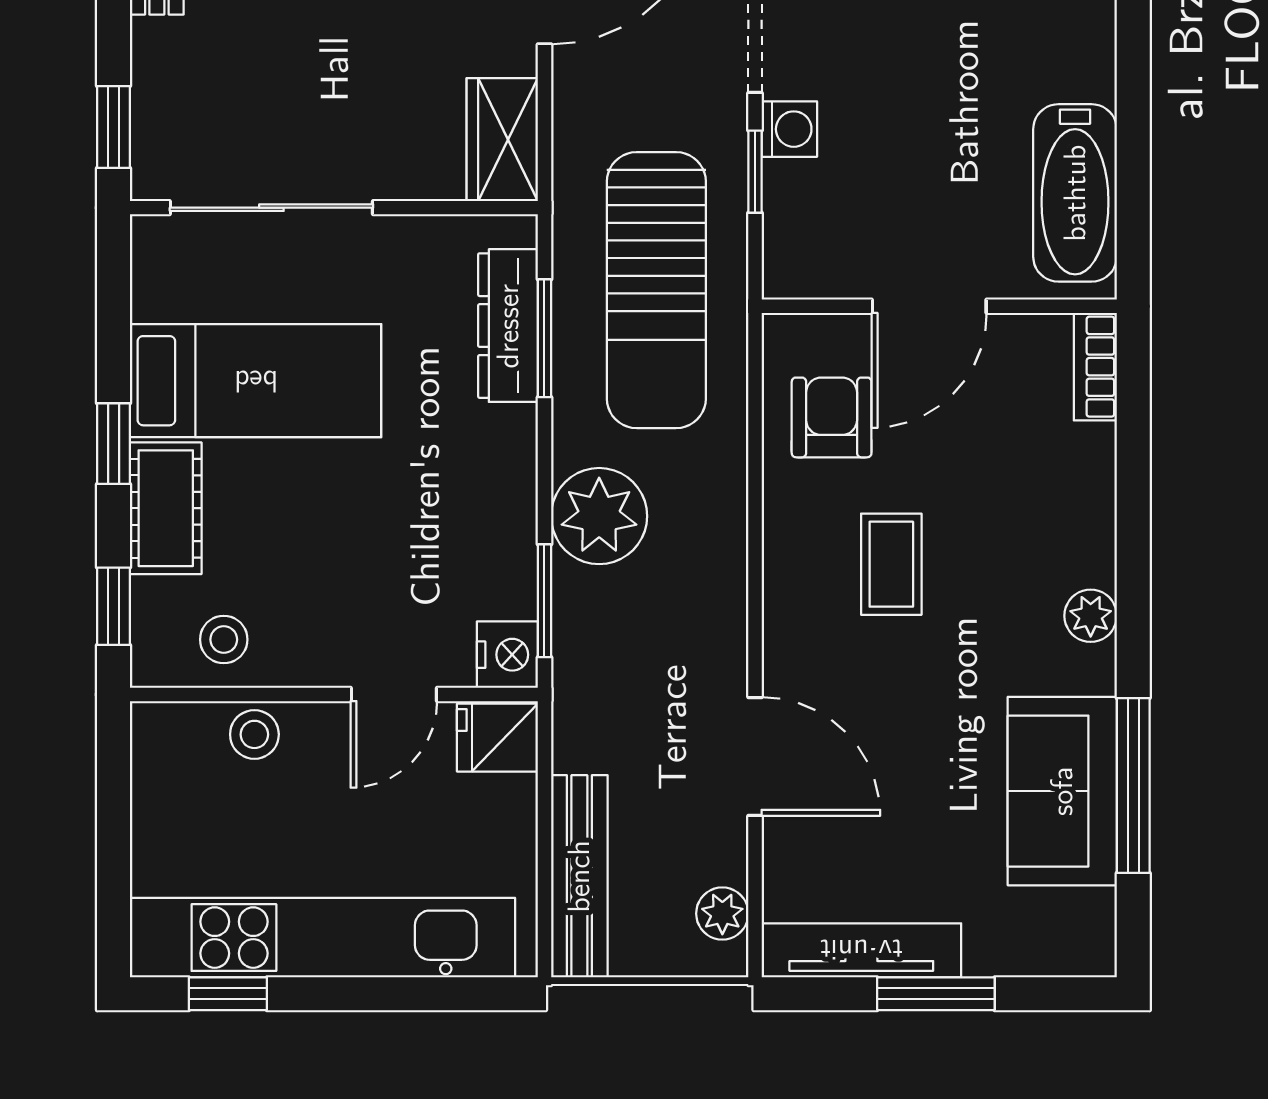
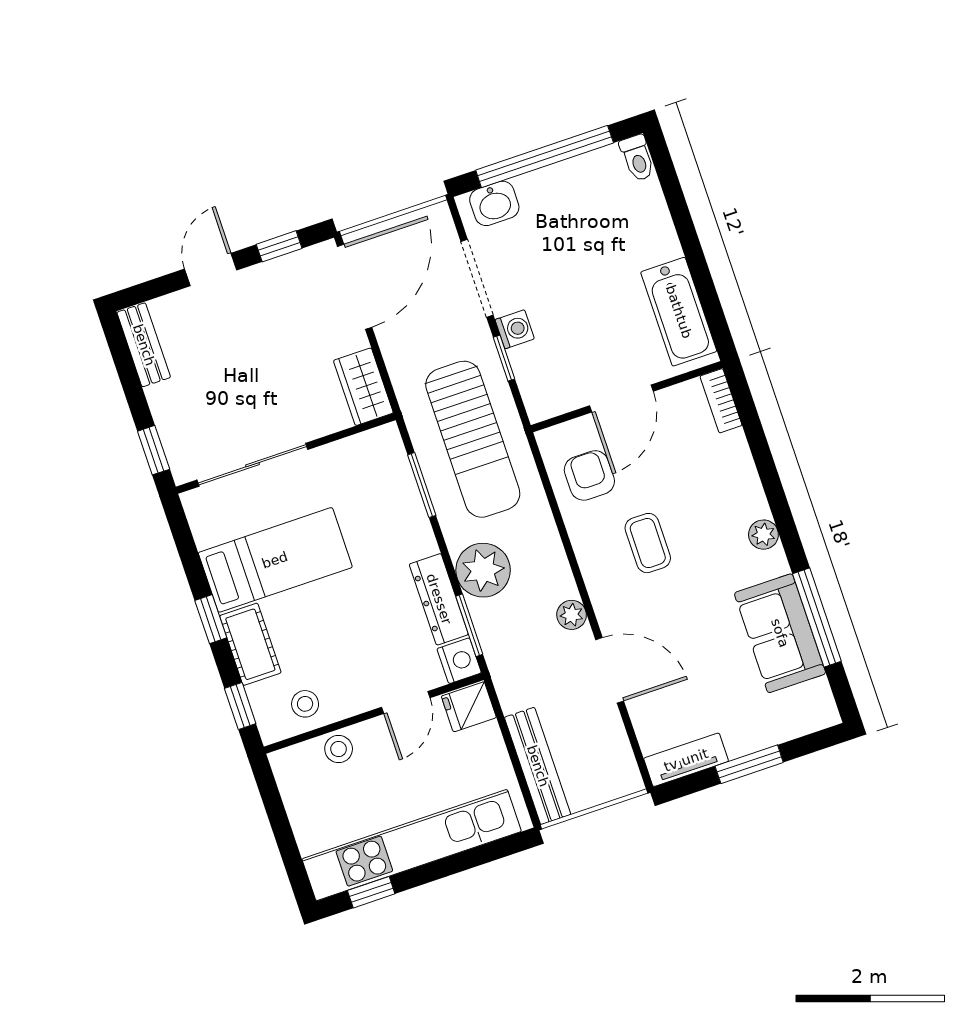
dresser: (508, 326) -> (439, 599), moved
plant: (722, 914) -> (572, 615), moved
tv unit: (861, 950) -> (686, 760), width x0.71

